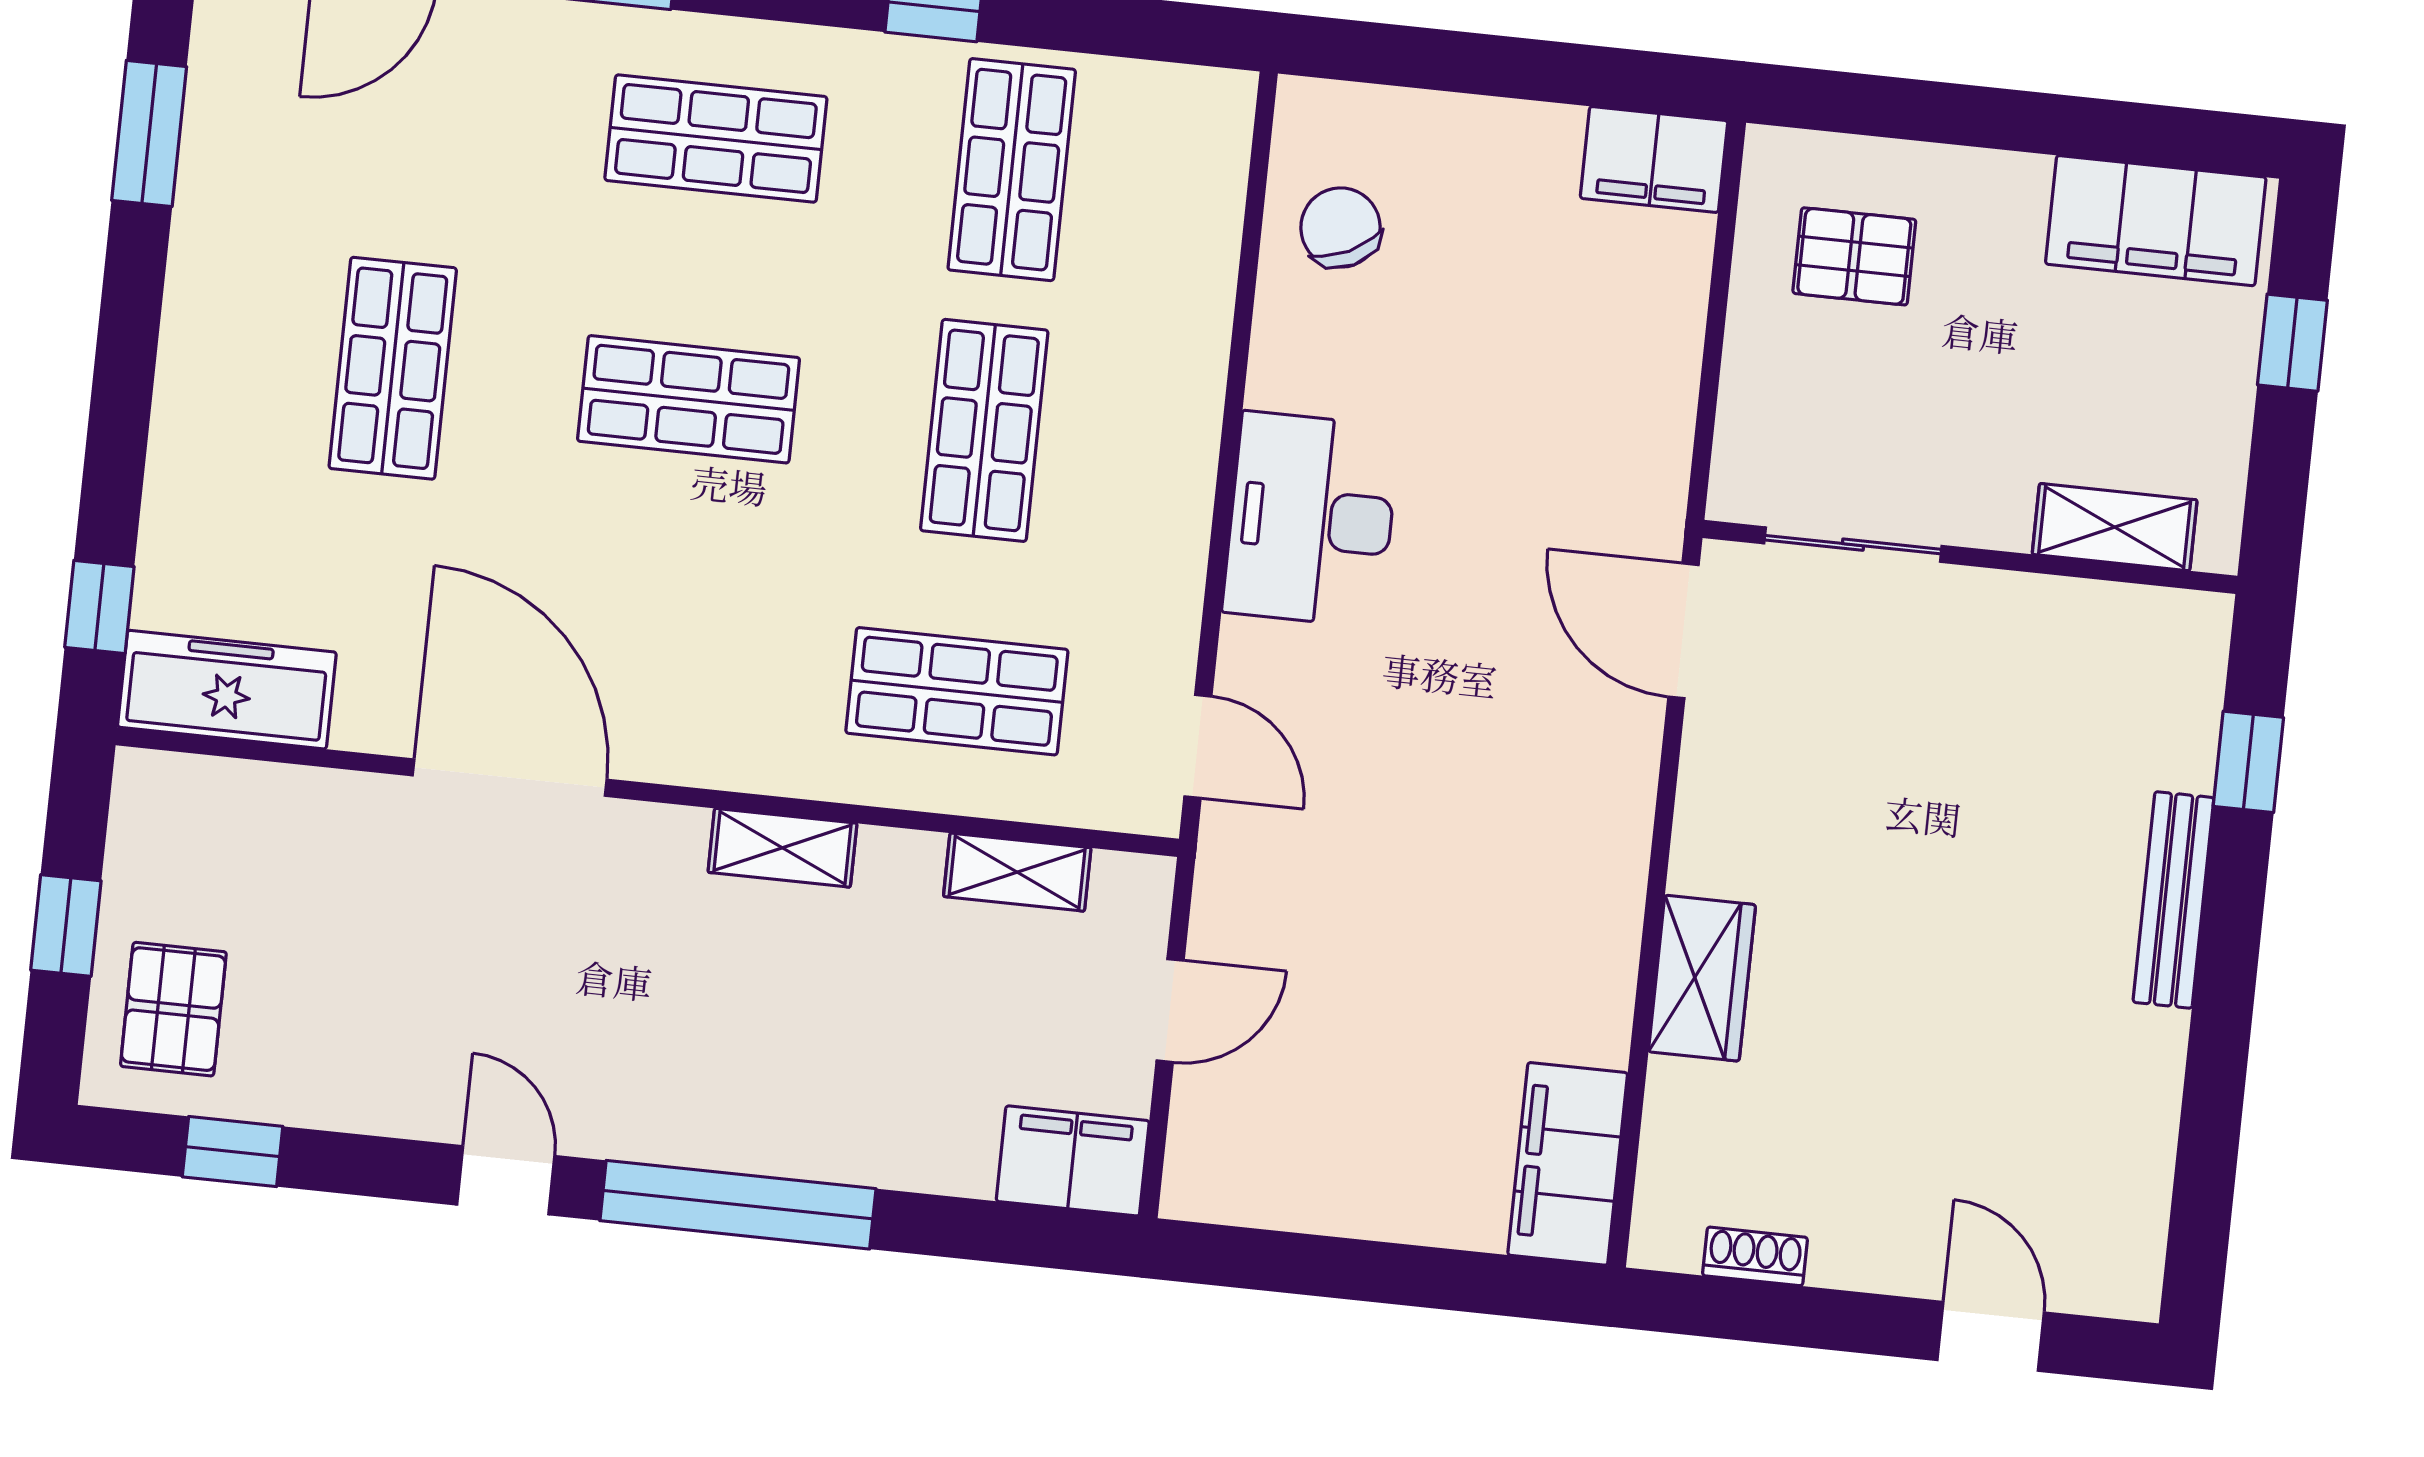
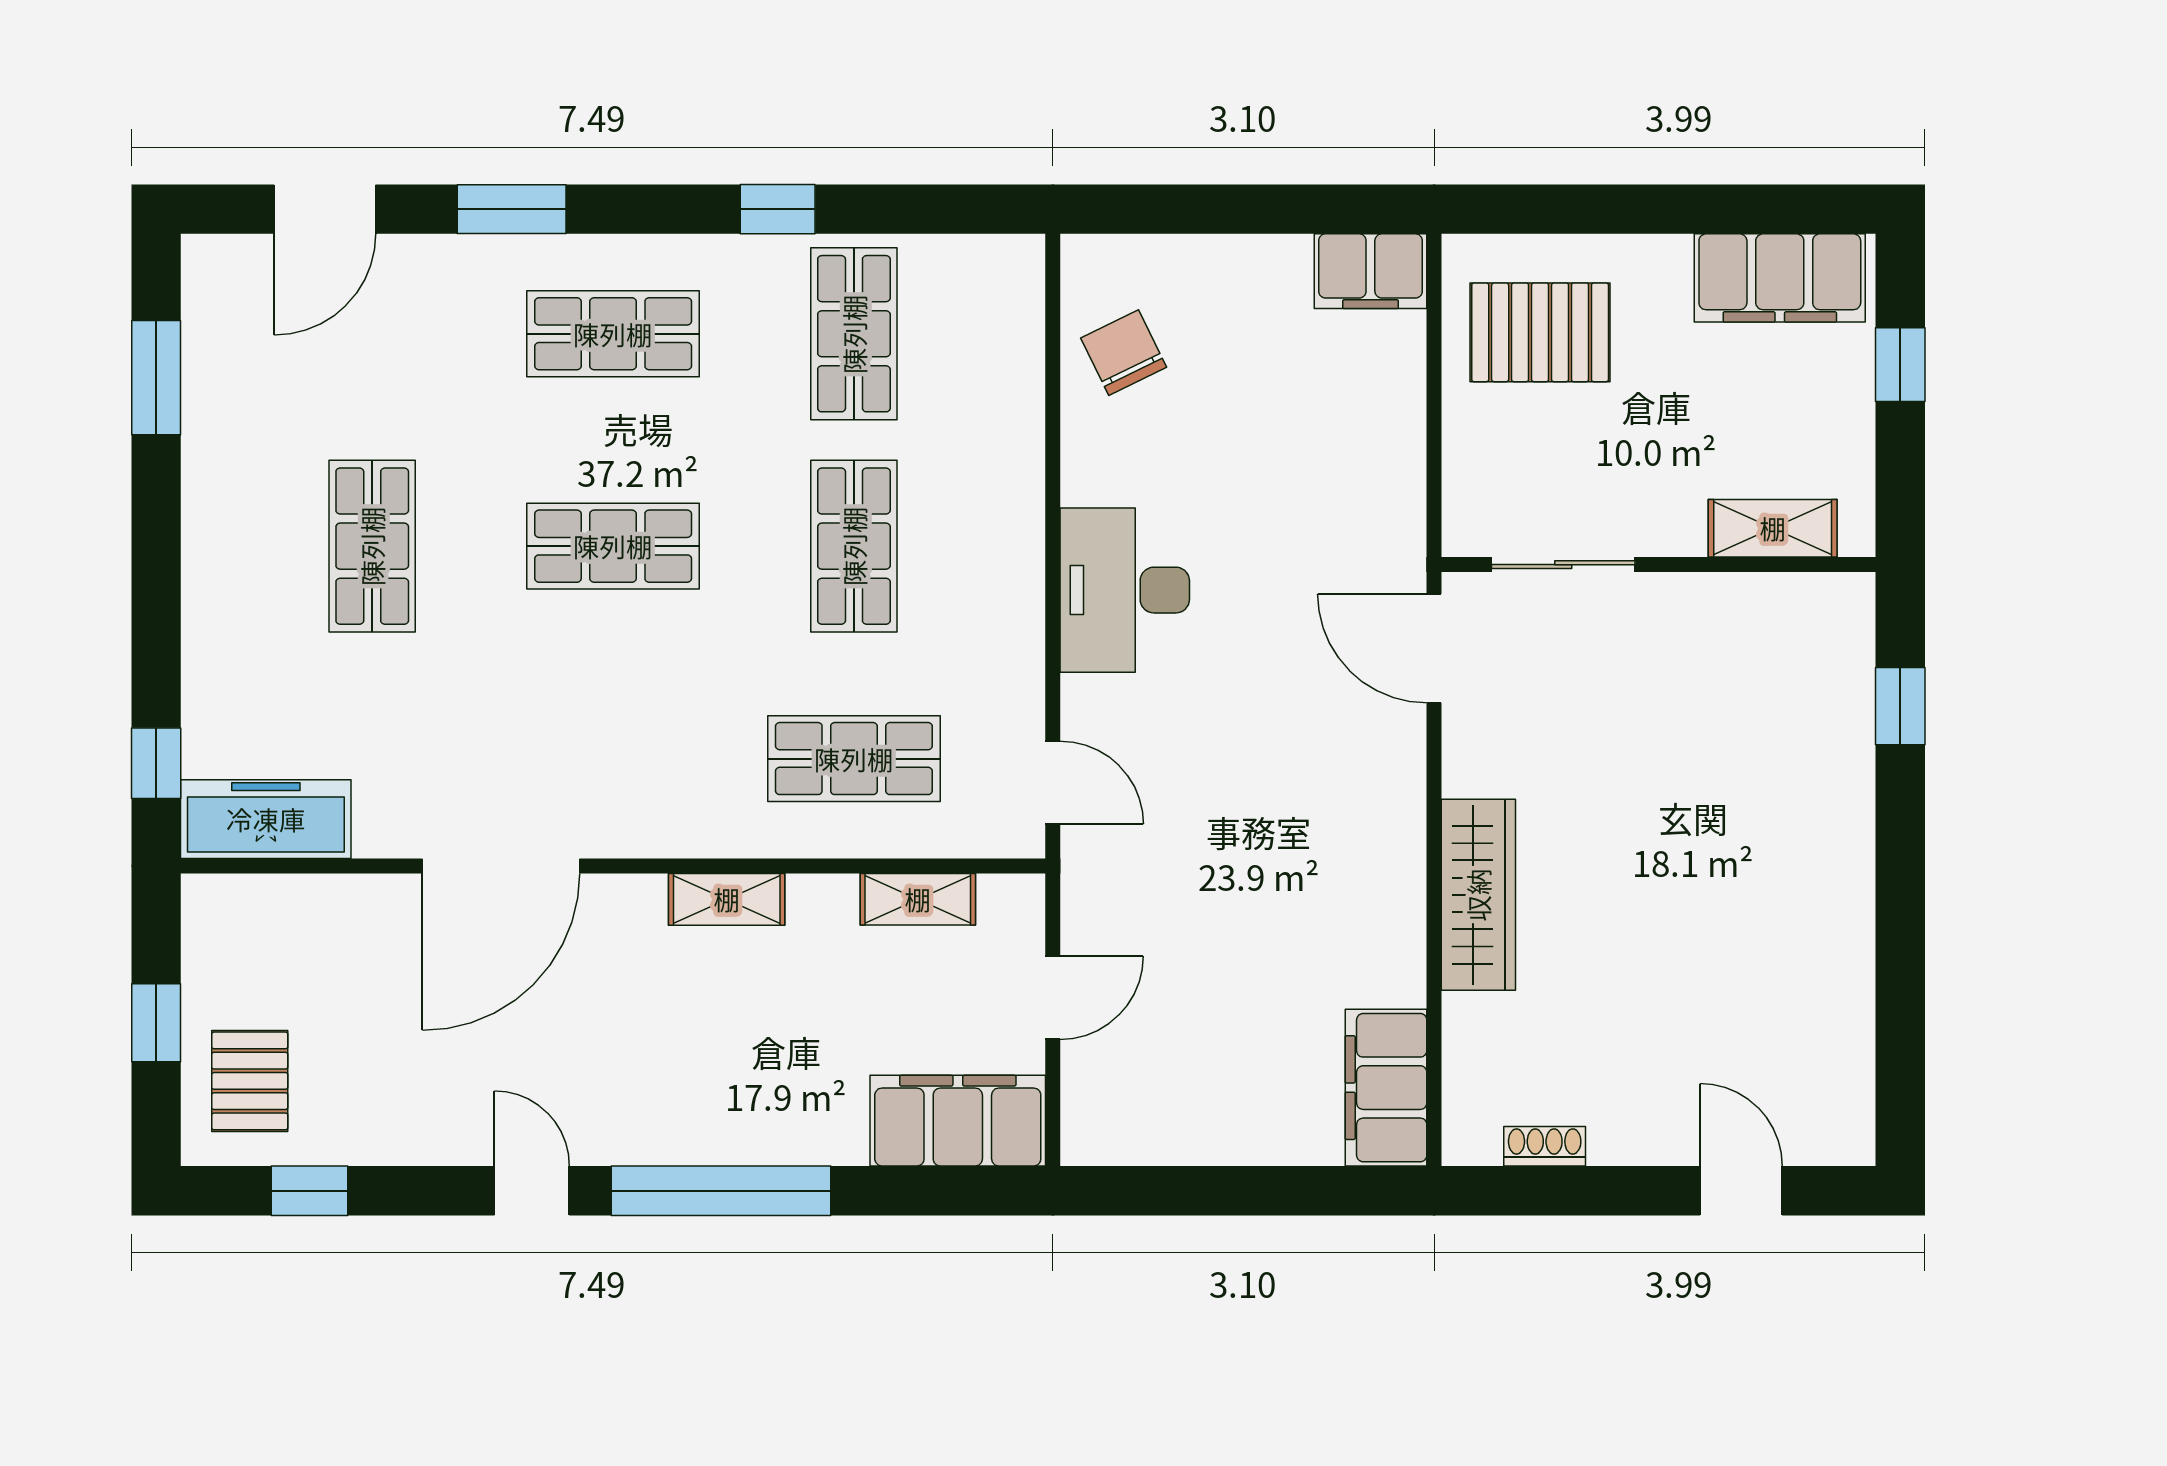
pallet: (1854, 256) -> (1540, 332), width x1.50, depth x1.42
door: (510, 778) -> (501, 866), swing flipped
bench: (2173, 900) -> (1852, 824), removed
wardrobe: (1702, 978) -> (1478, 895), width x1.50
filing cabinet: (1073, 1161) -> (958, 1121), width x1.50, depth x1.17

